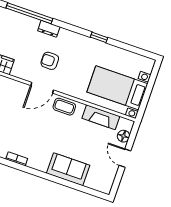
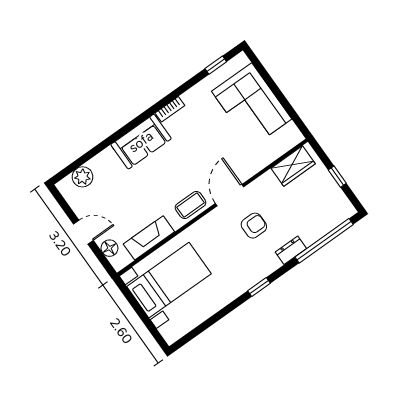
window: (99, 37) -> (259, 287), moved
sofa: (68, 169) -> (141, 142), moved
plant: (93, 182) -> (82, 177), added

